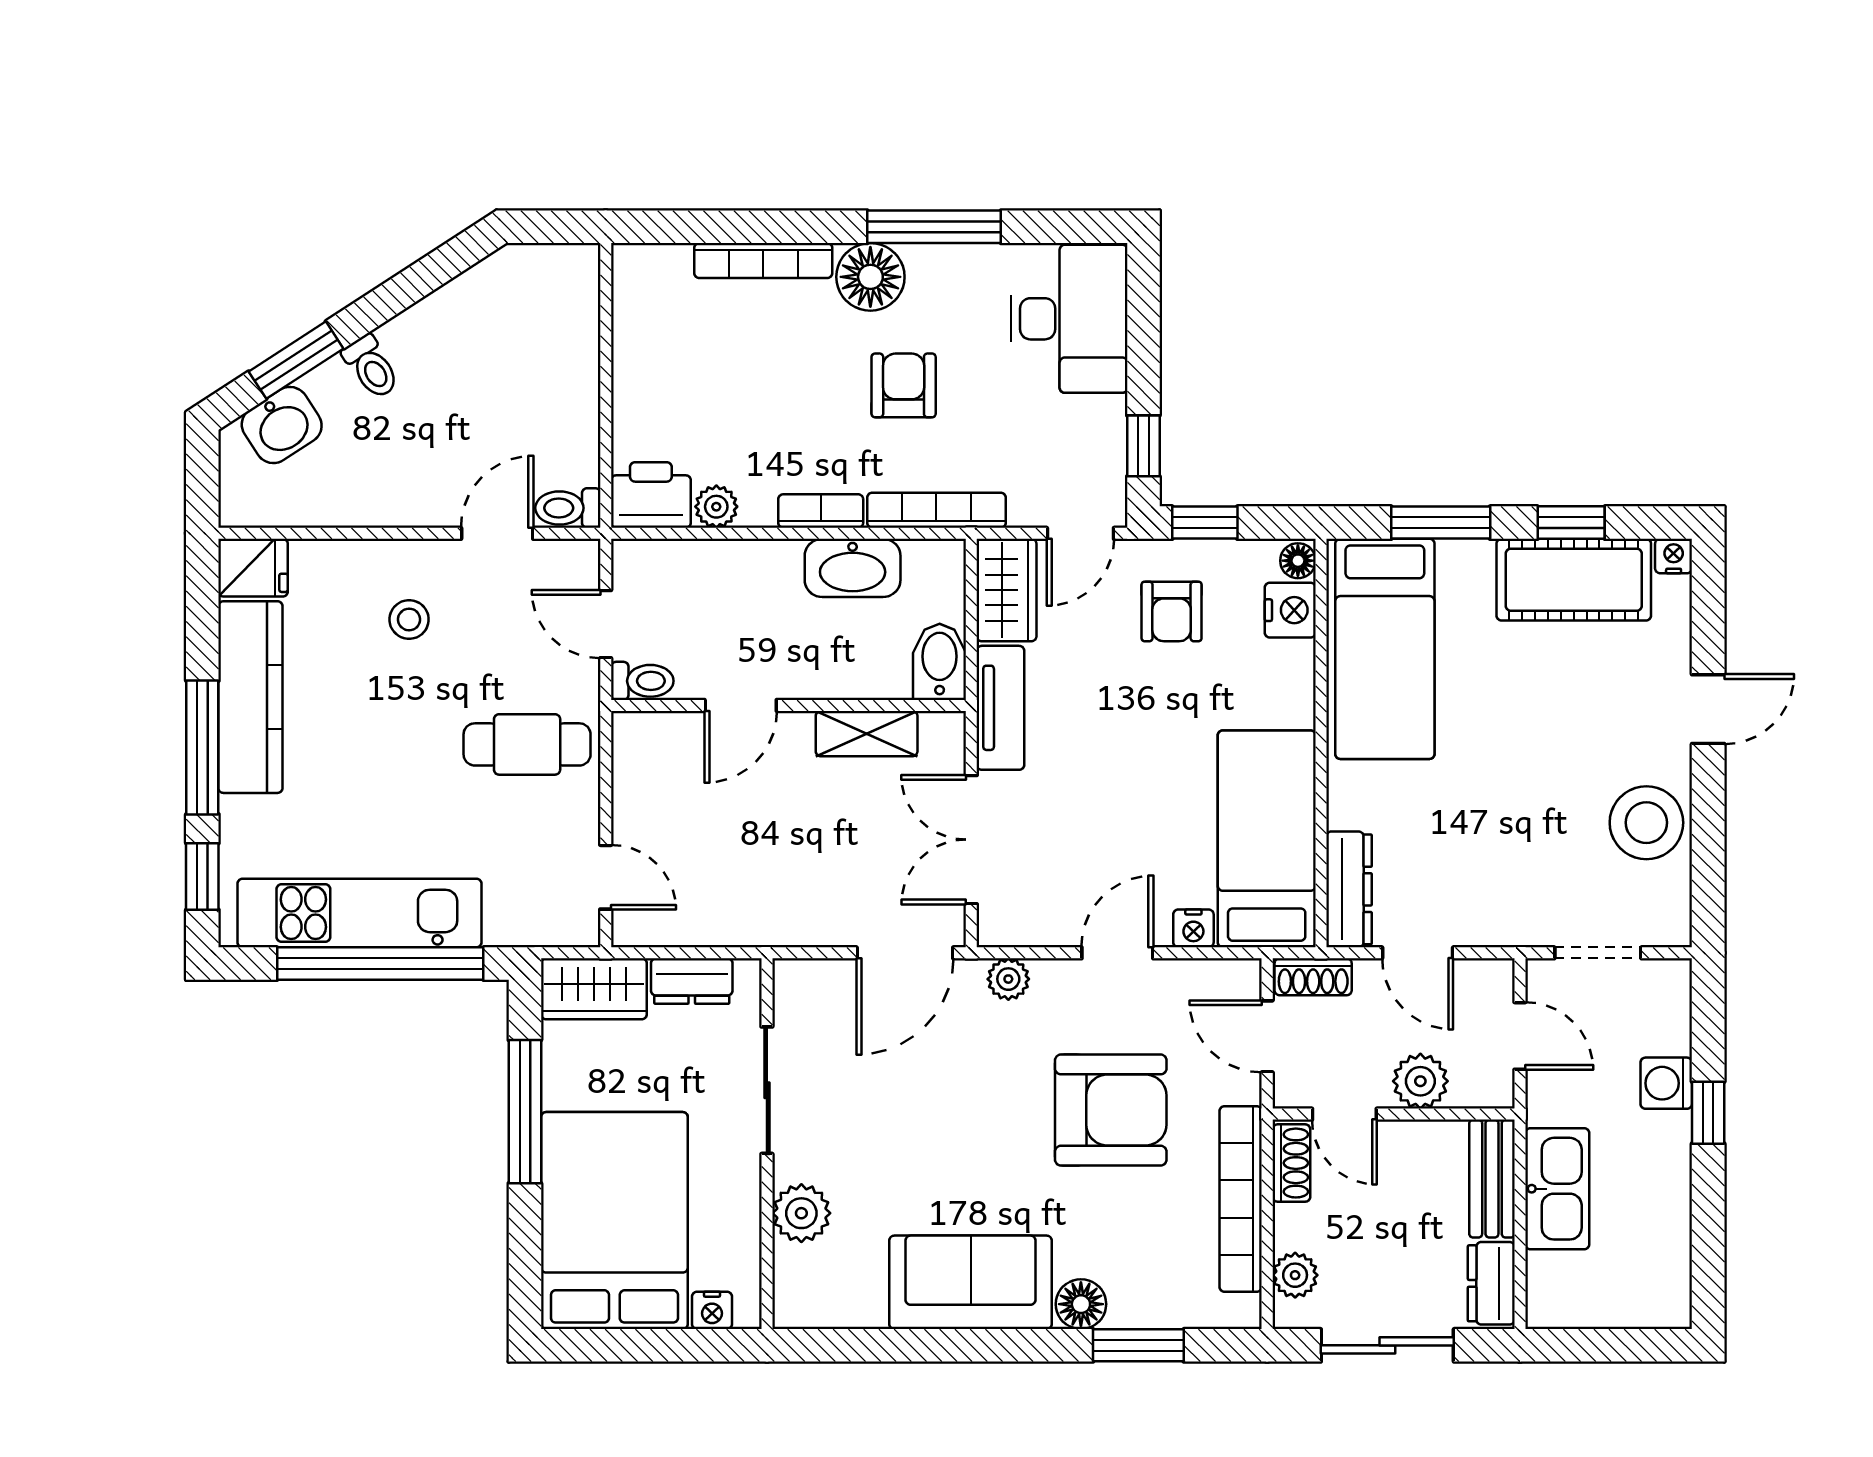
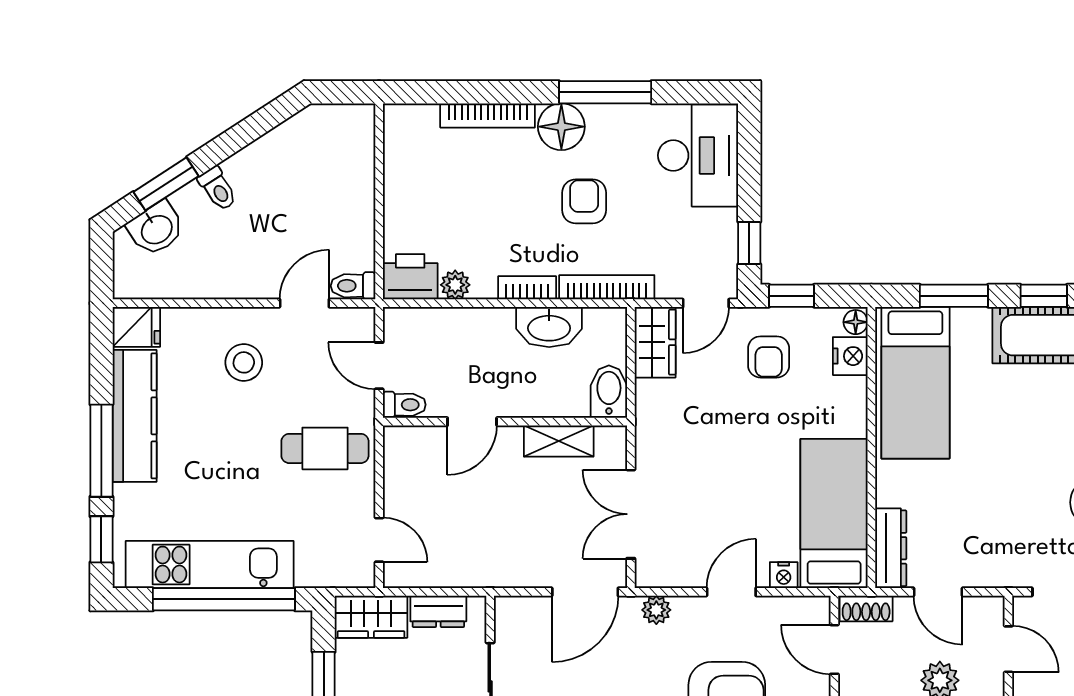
stool: (409, 619) -> (244, 362), width x1.37, depth x1.37
tv unit: (1000, 708) -> (651, 423), removed

